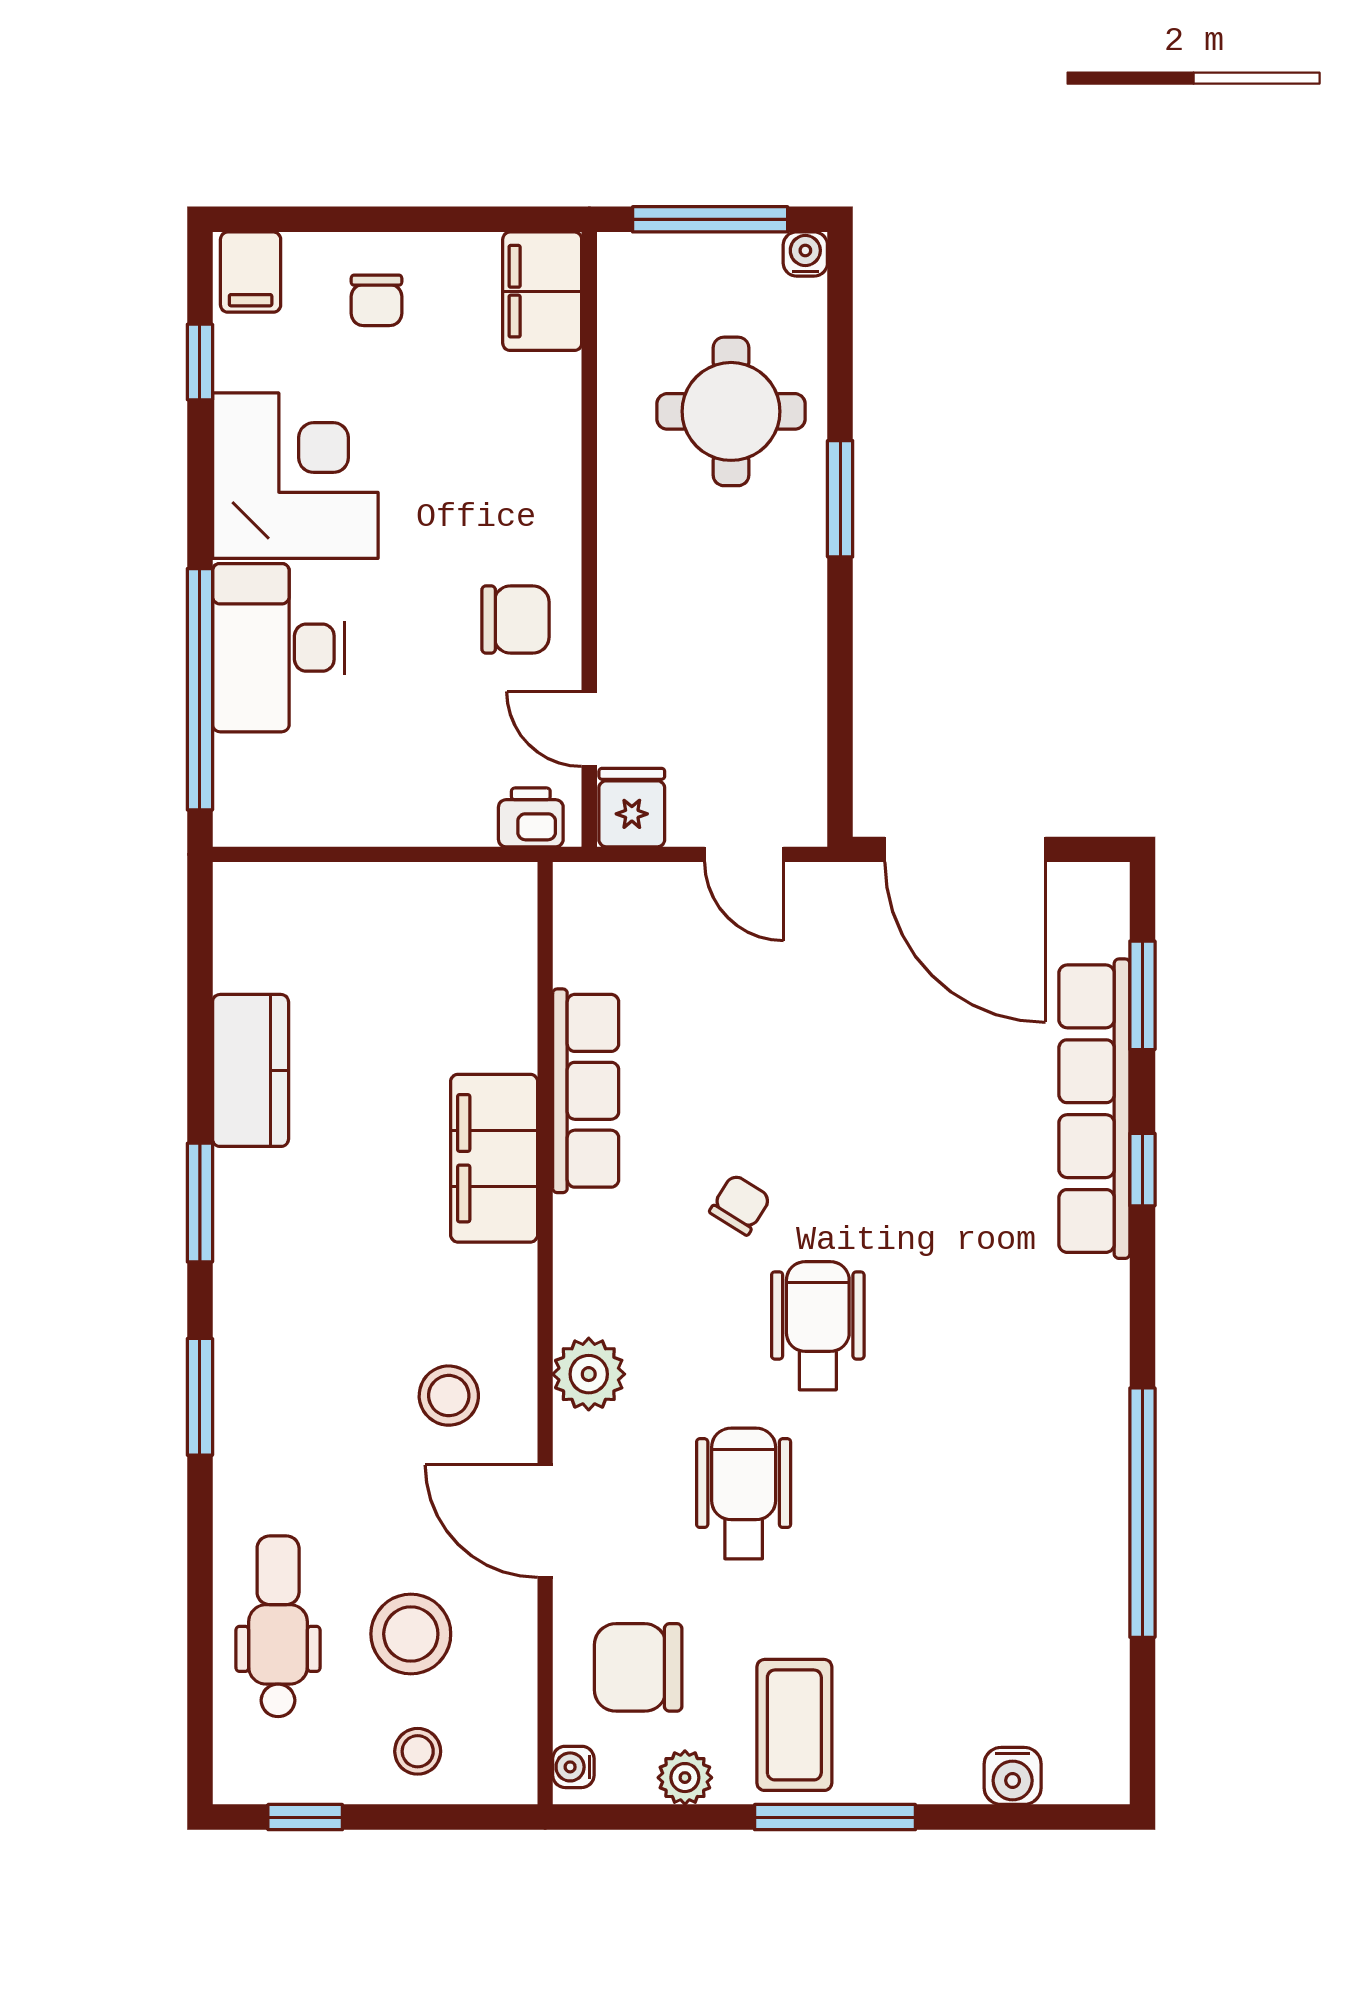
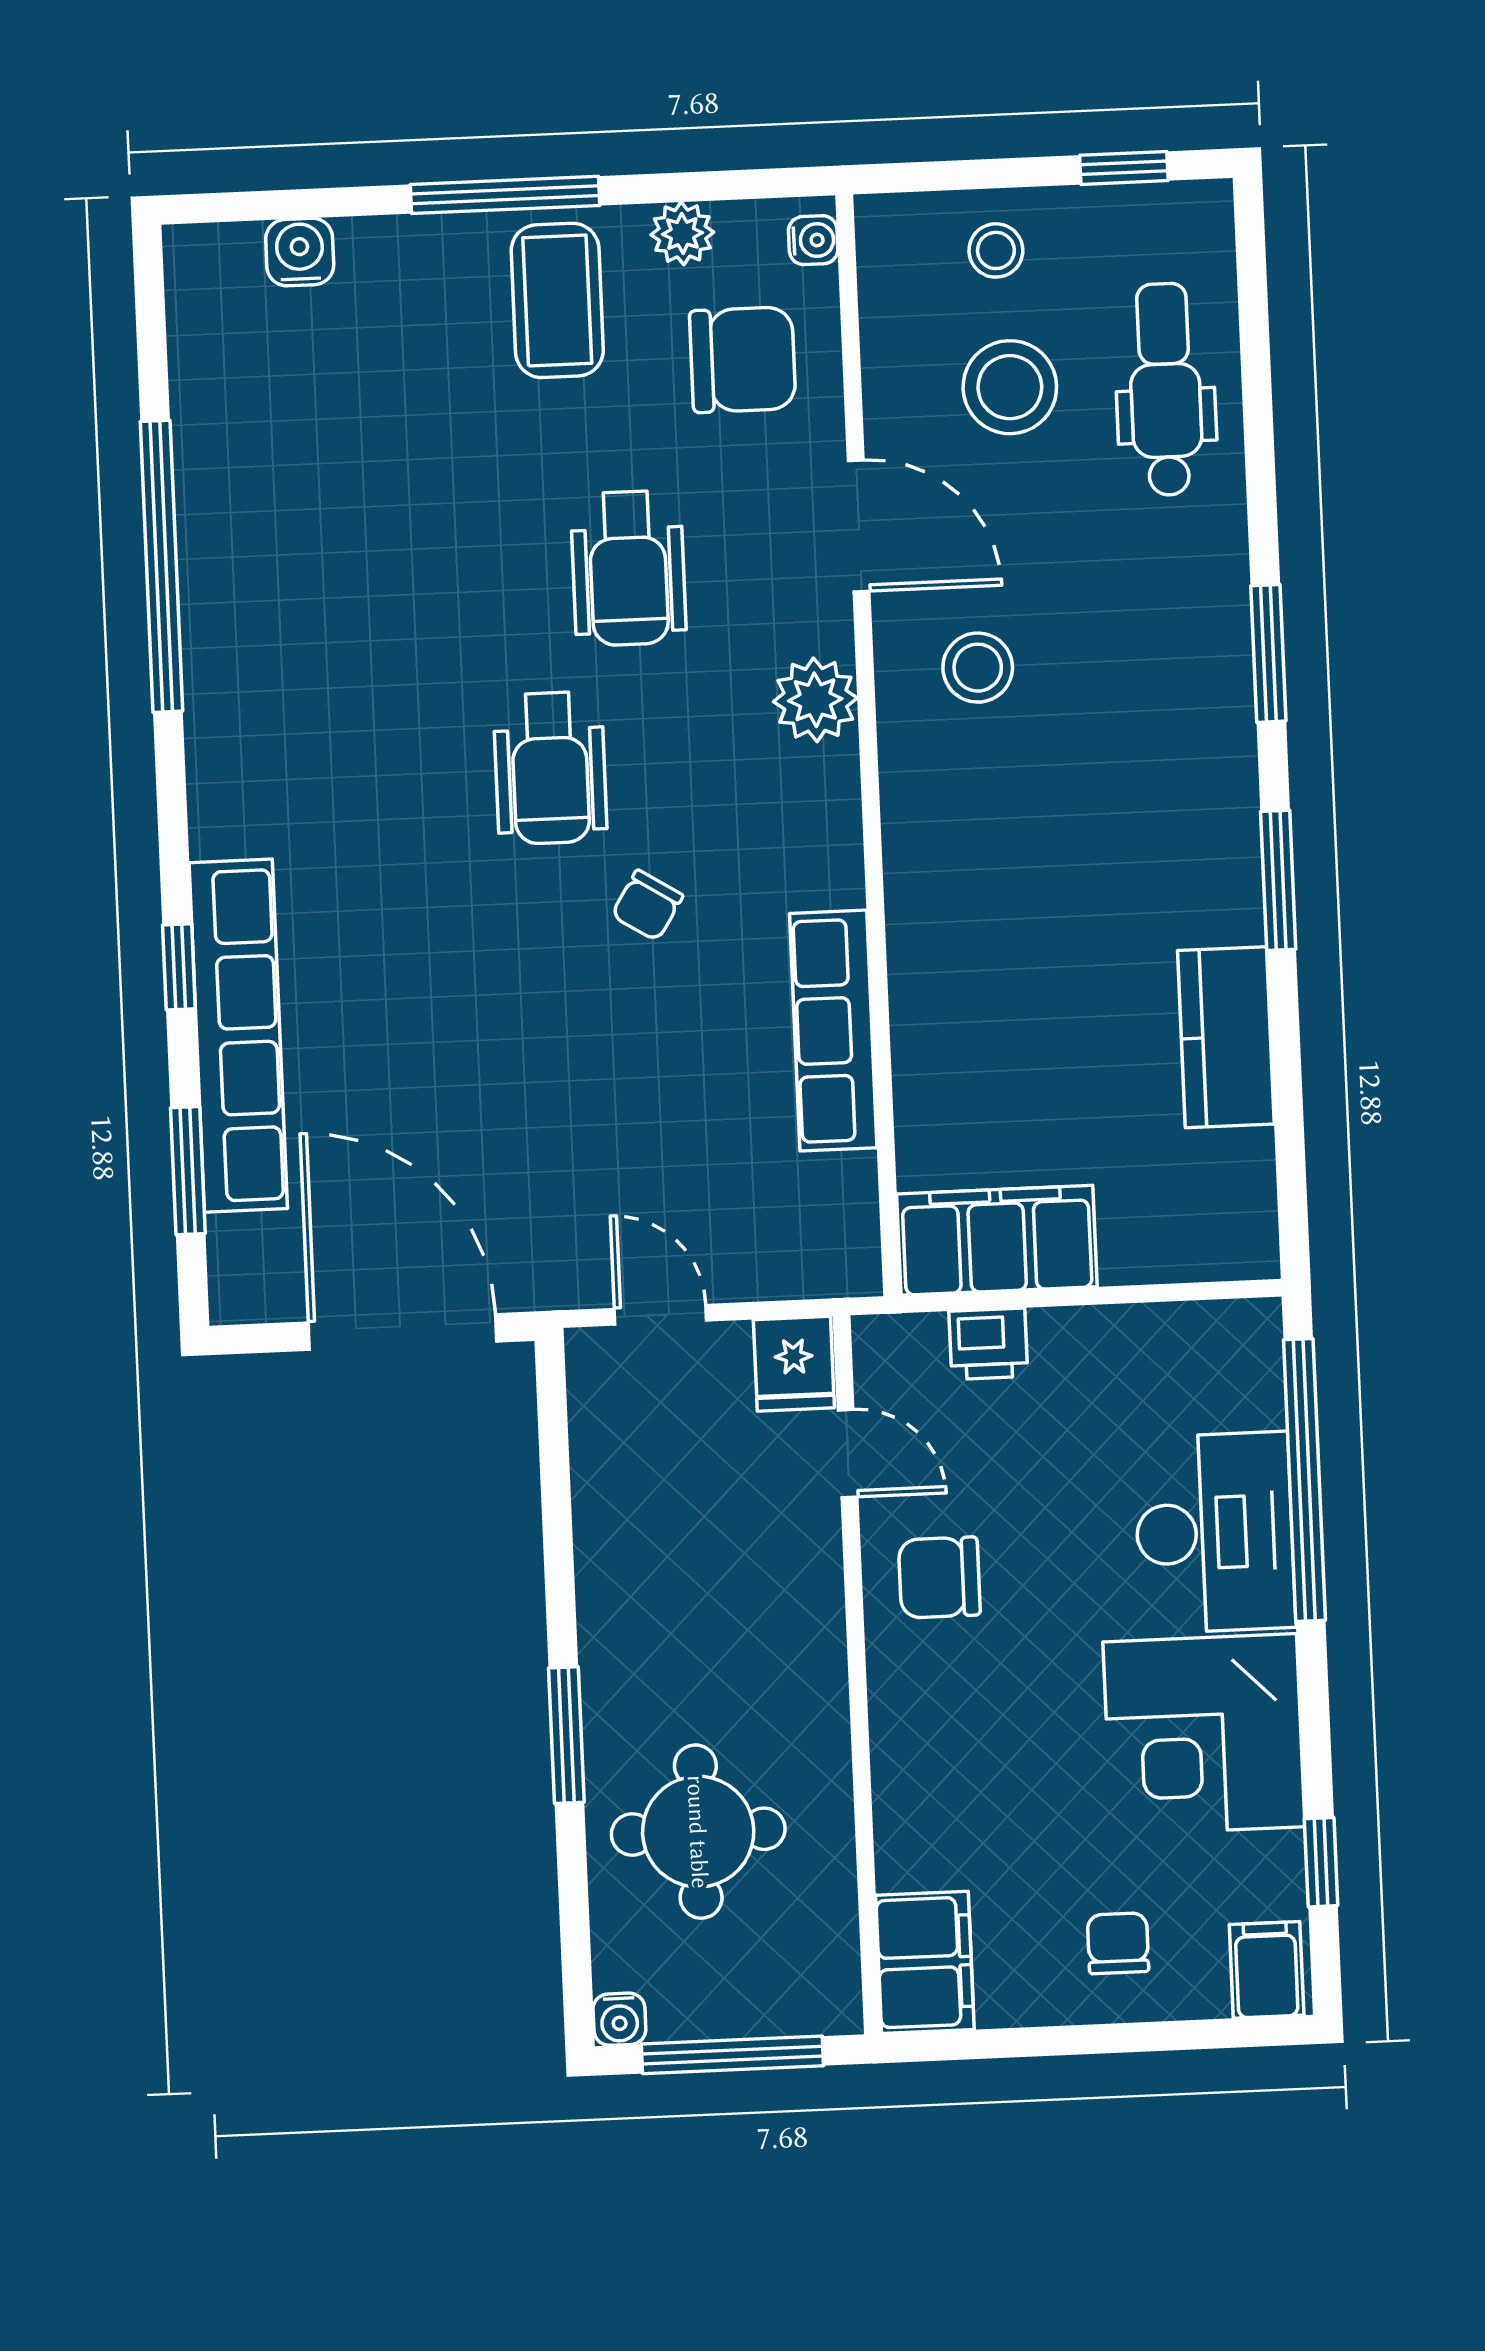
printer: (531, 817) -> (988, 1344), moved
filing cabinet: (494, 1158) -> (997, 1240), moved, turned -90
dental chair: (278, 1626) -> (1165, 389), turned 180

